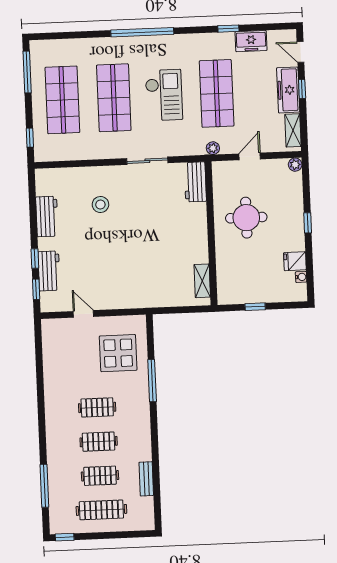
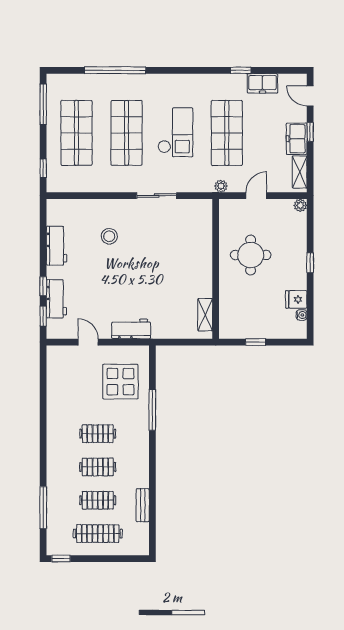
window: (142, 32) -> (115, 70), moved
freezer: (288, 90) -> (297, 139), width x0.71
workbench: (195, 182) -> (131, 329), moved, turned 90

